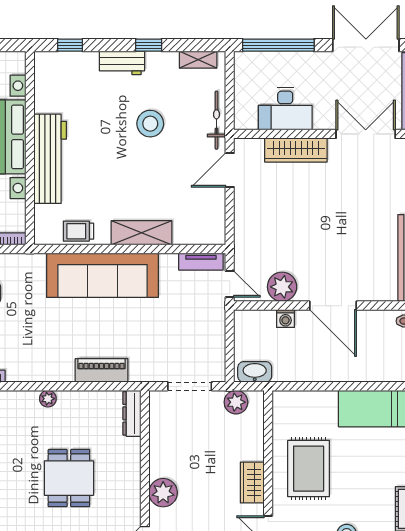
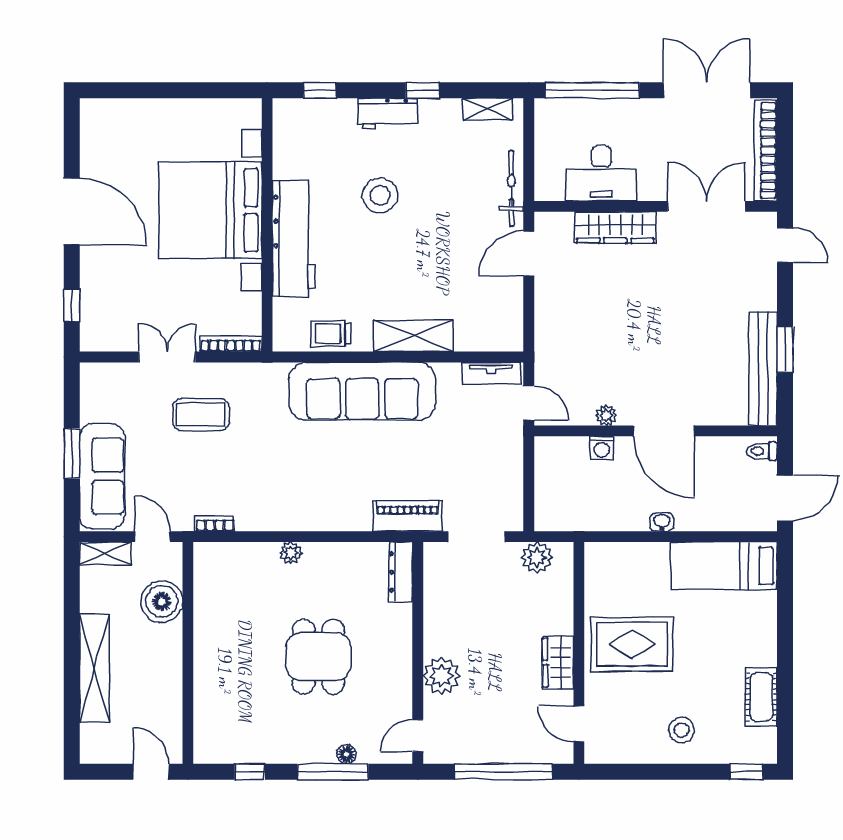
stool: (150, 124) -> (380, 195), moved
plant: (282, 287) -> (606, 415), width x0.53, depth x0.53
piano: (102, 370) -> (407, 516), moved
washbasin: (255, 372) -> (662, 522), moved, width x0.52, depth x0.69
rug: (309, 469) -> (632, 644), turned 90

